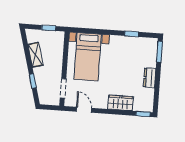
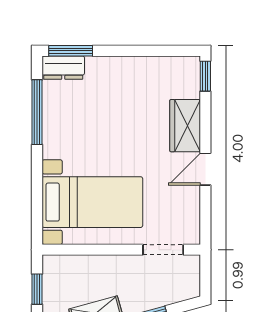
window: (132, 34) -> (37, 112), width x2.17
dresser: (150, 78) -> (63, 68), moved
door: (84, 110) -> (205, 169), moved

